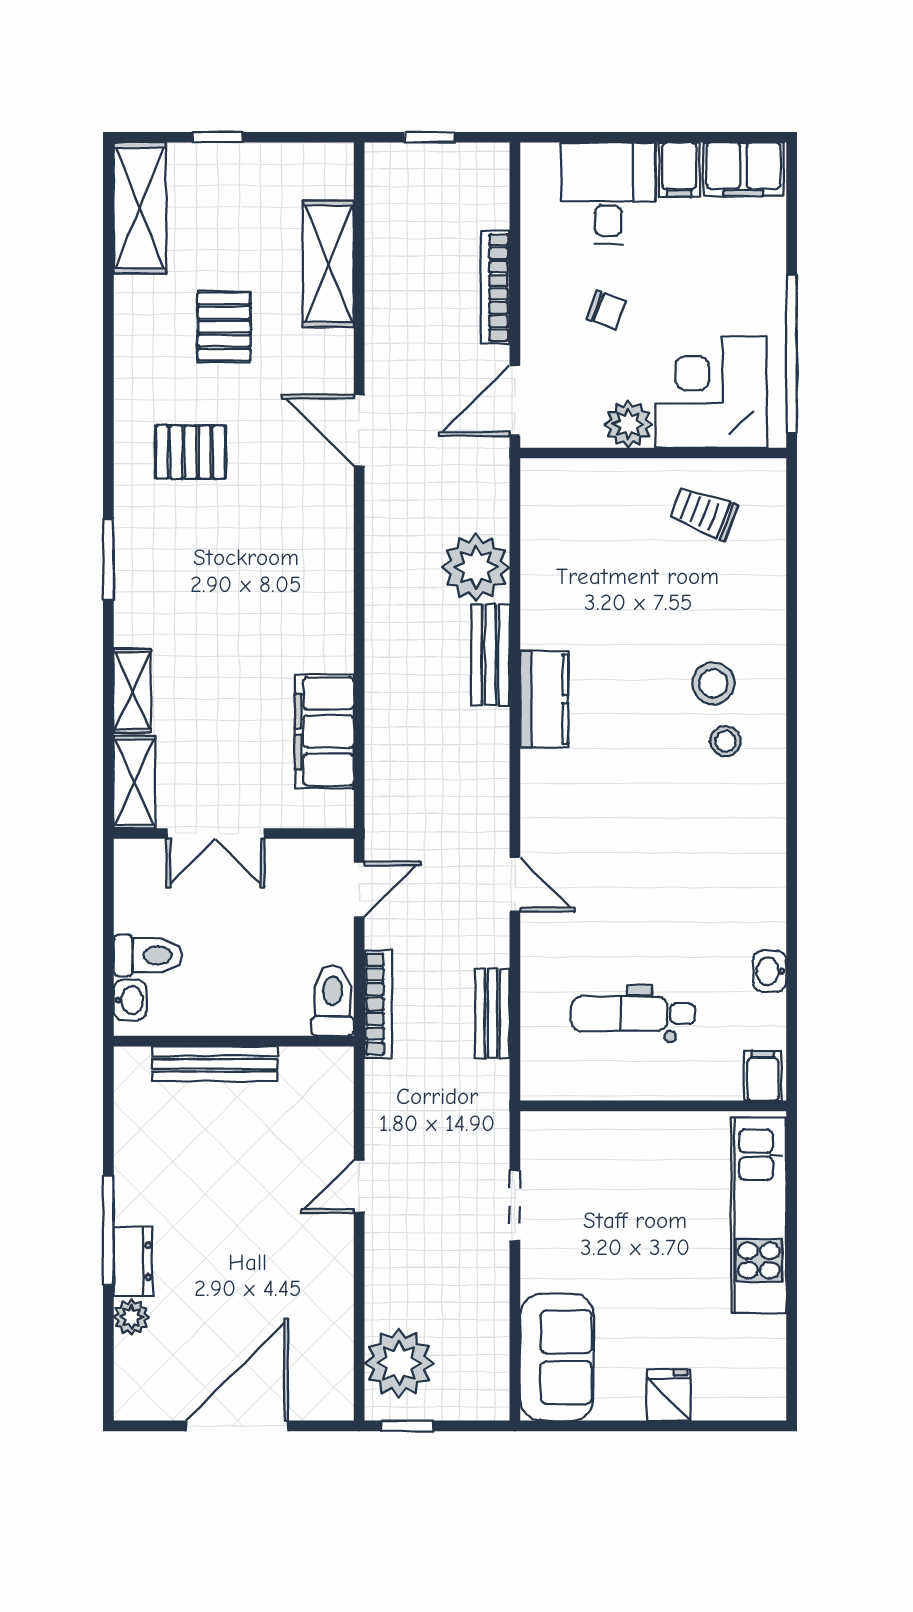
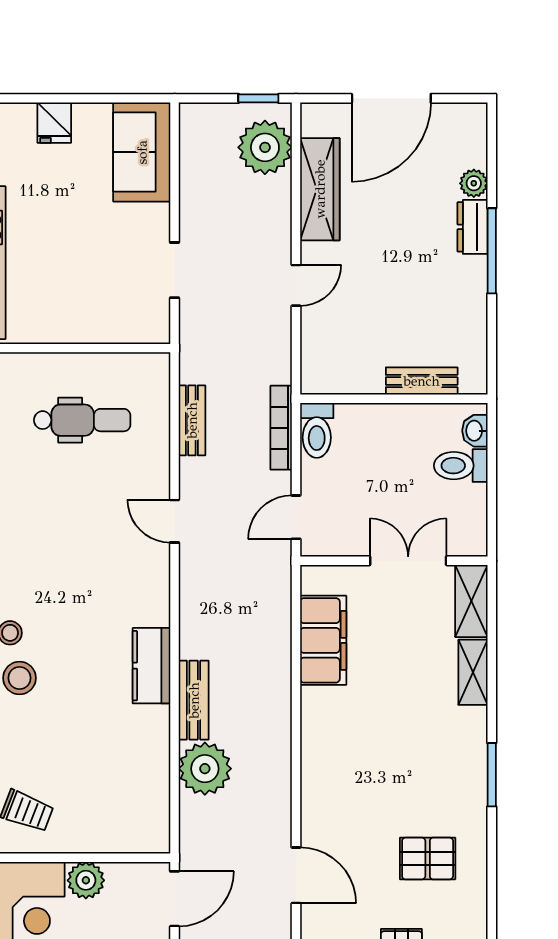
bench: (215, 1064) -> (422, 381), width x0.73
wardrobe: (329, 1310) -> (320, 189), added

